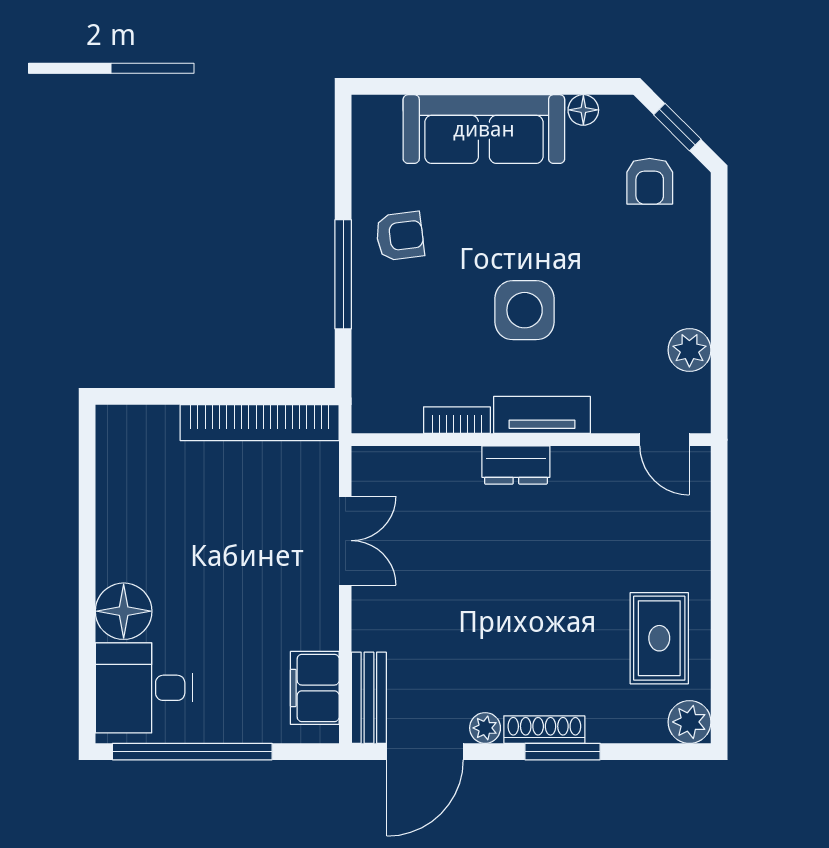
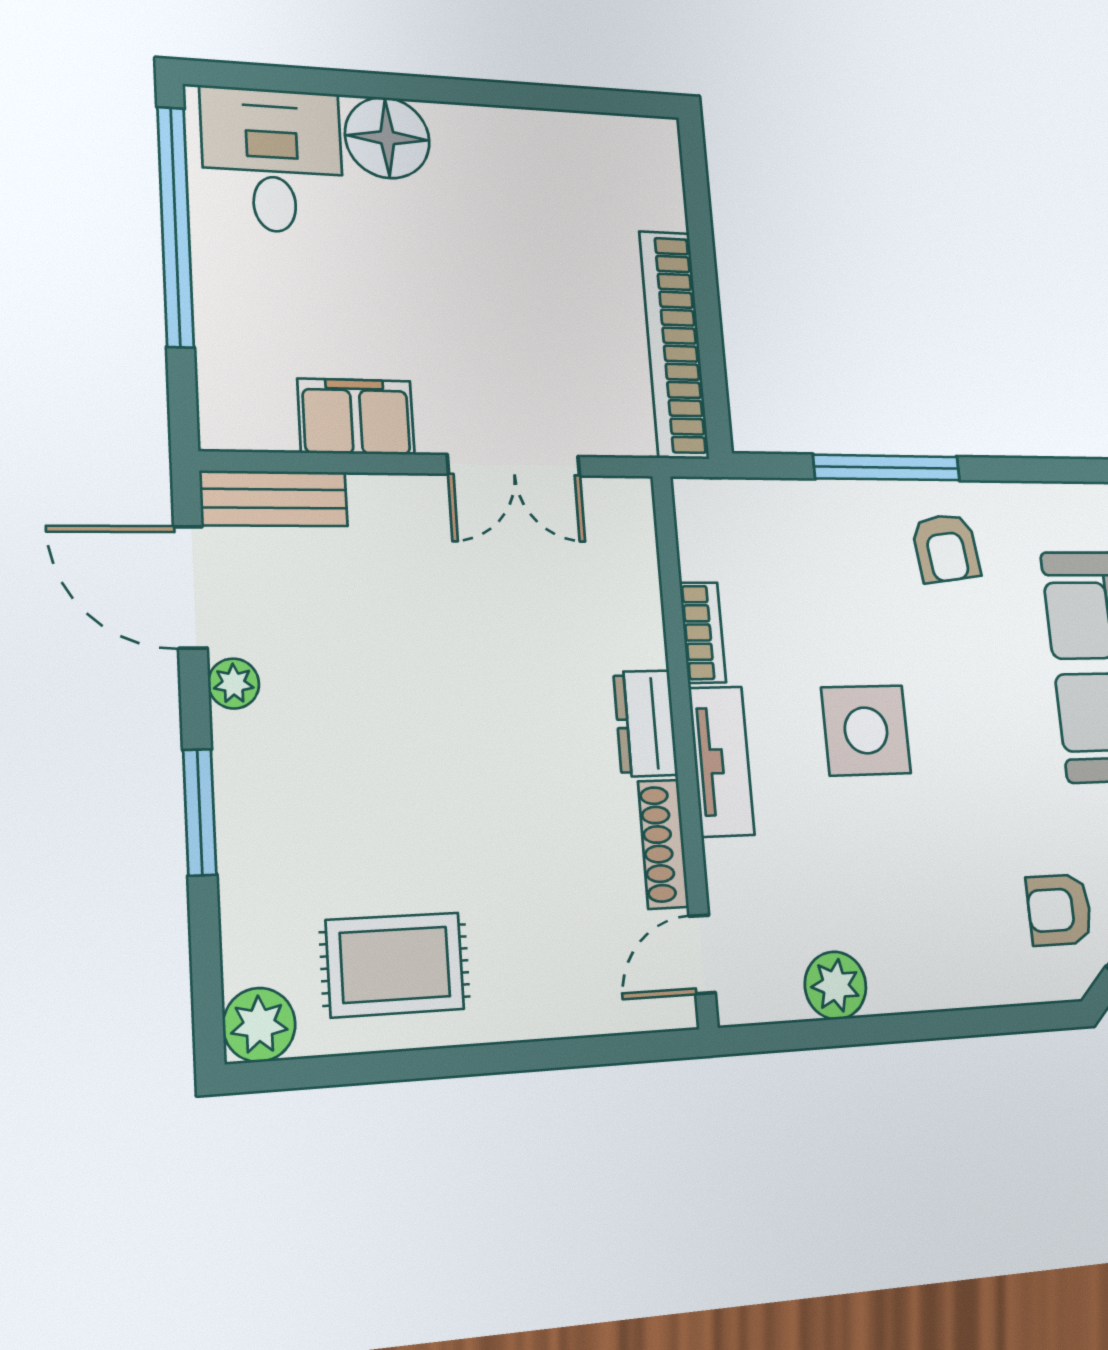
filing cabinet: (315, 688) -> (356, 417), moved
shoe rack: (544, 730) -> (663, 844), moved, turned 180

